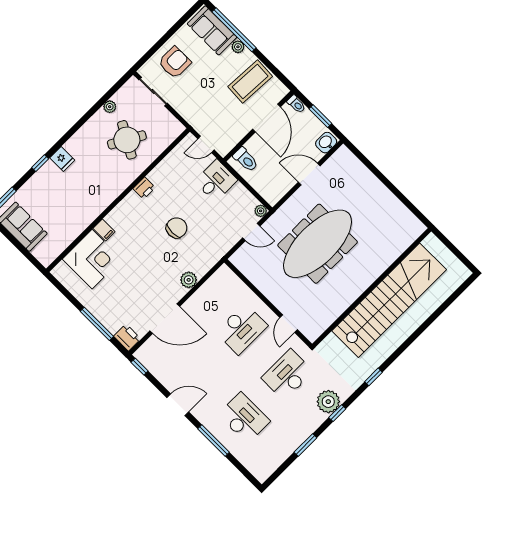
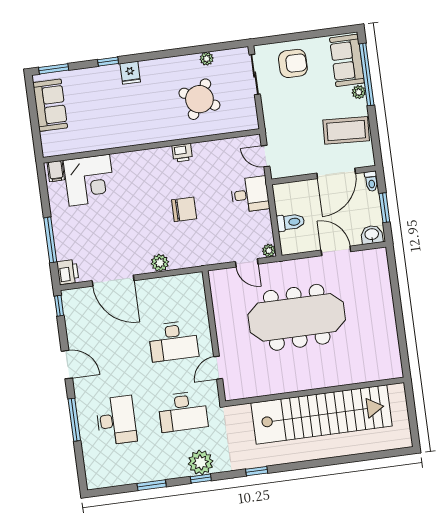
toilet: (246, 160) -> (291, 222), moved, turned -90
filing cabinet: (104, 230) -> (56, 171), moved
desk: (287, 375) -> (183, 412), turned 180

